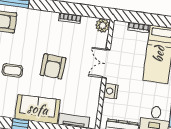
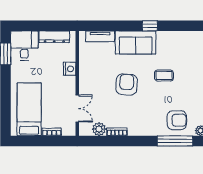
plant: (103, 26) -> (99, 129), moved
double door: (106, 64) -> (77, 108), moved

